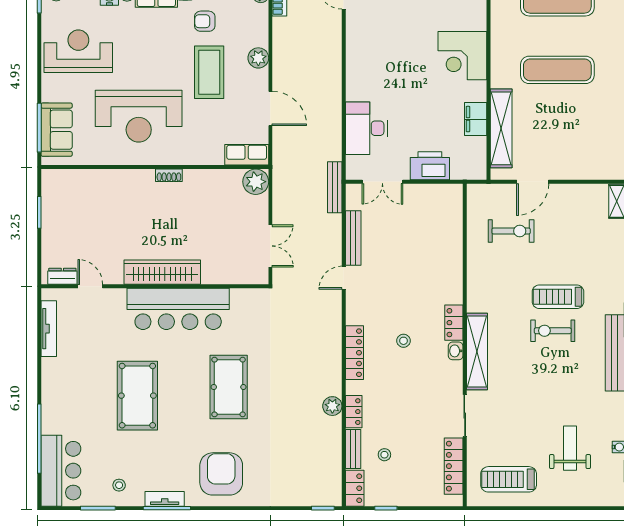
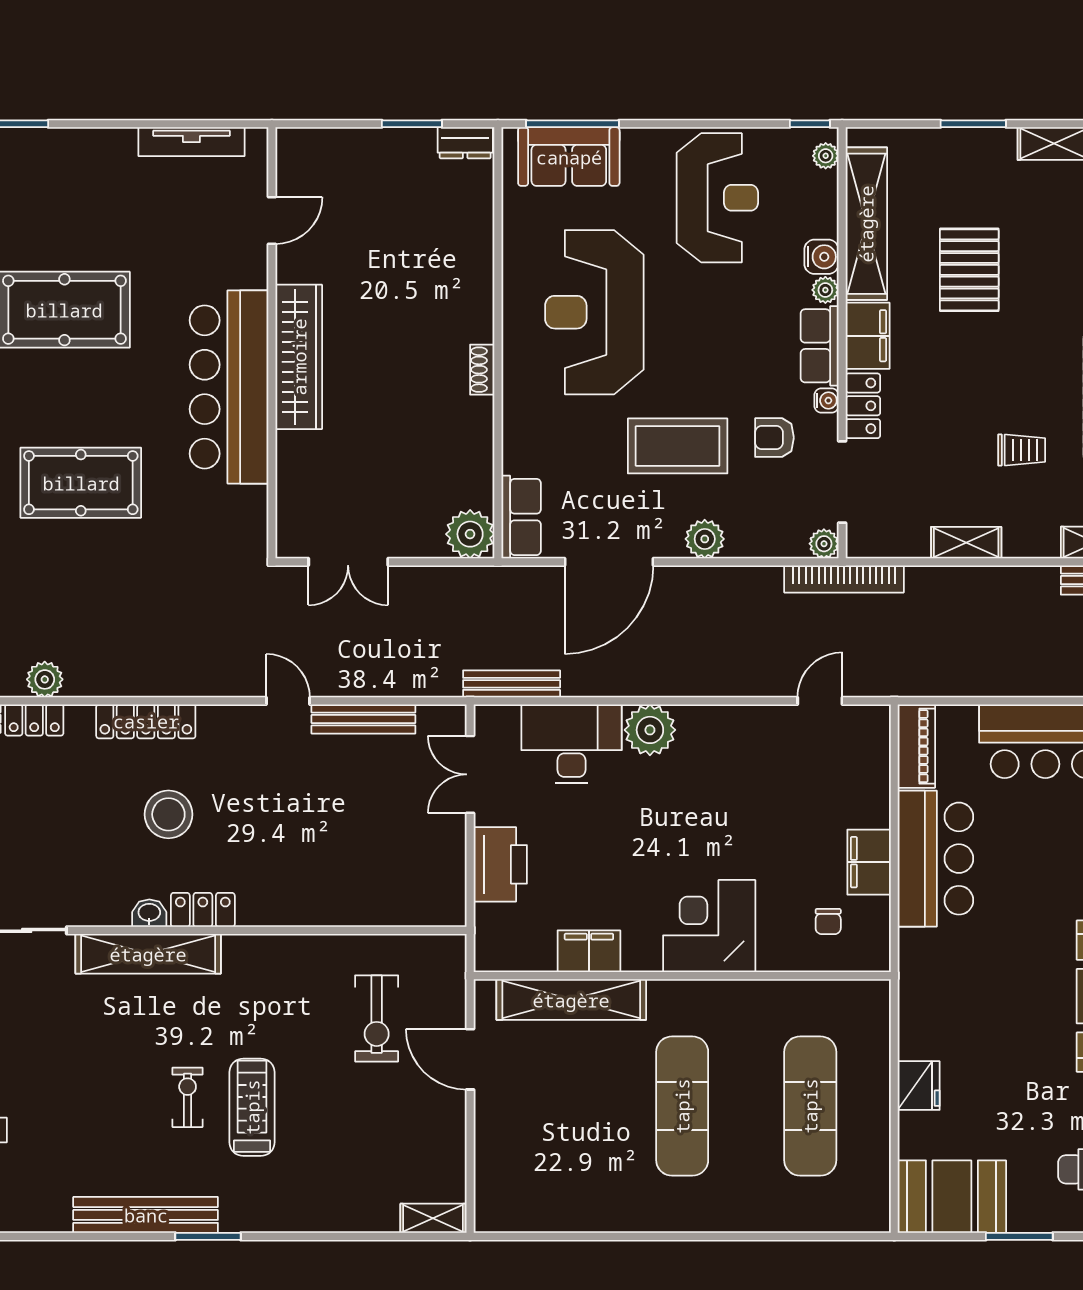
armchair: (205, 21) -> (774, 438), turned -90
plant: (359, 87) -> (650, 730), added
door: (270, 108) -> (609, 562), width x1.36
bench: (335, 187) -> (512, 684), moved
dresser: (62, 276) -> (465, 143), moved, turned 90
exercise bike: (553, 331) -> (188, 1097), width x0.73, depth x0.72
stool: (404, 341) -> (168, 814), width x1.89, depth x1.89

